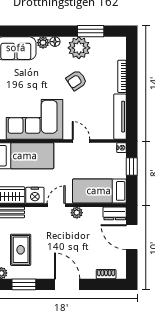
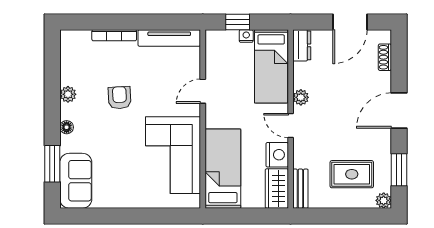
window: (91, 31) -> (52, 164), moved
plant: (43, 43) -> (68, 144), removed
plant: (79, 48) -> (68, 94), width x0.53, depth x0.53
armchair: (76, 80) -> (120, 98), turned -149
nightstand: (121, 148) -> (246, 36), moved
door: (132, 237) -> (350, 22), moved

